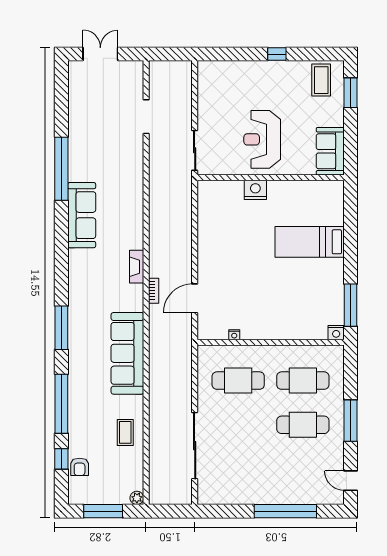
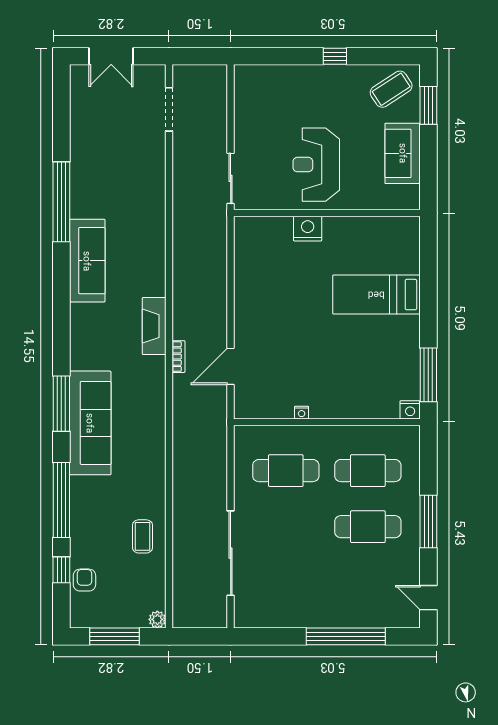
double door: (100, 54) -> (111, 56), swing flipped
coffee table: (321, 80) -> (391, 89), turned 57
doorway: (146, 117) -> (169, 109), moved
sofa: (330, 151) -> (403, 153), moved
fireplace: (137, 267) -> (154, 326), width x1.37, depth x1.32
nightstand: (234, 335) -> (302, 413), moved
sofa: (127, 353) -> (90, 423), moved, turned 180
armchair: (80, 467) -> (84, 580), turned 180

